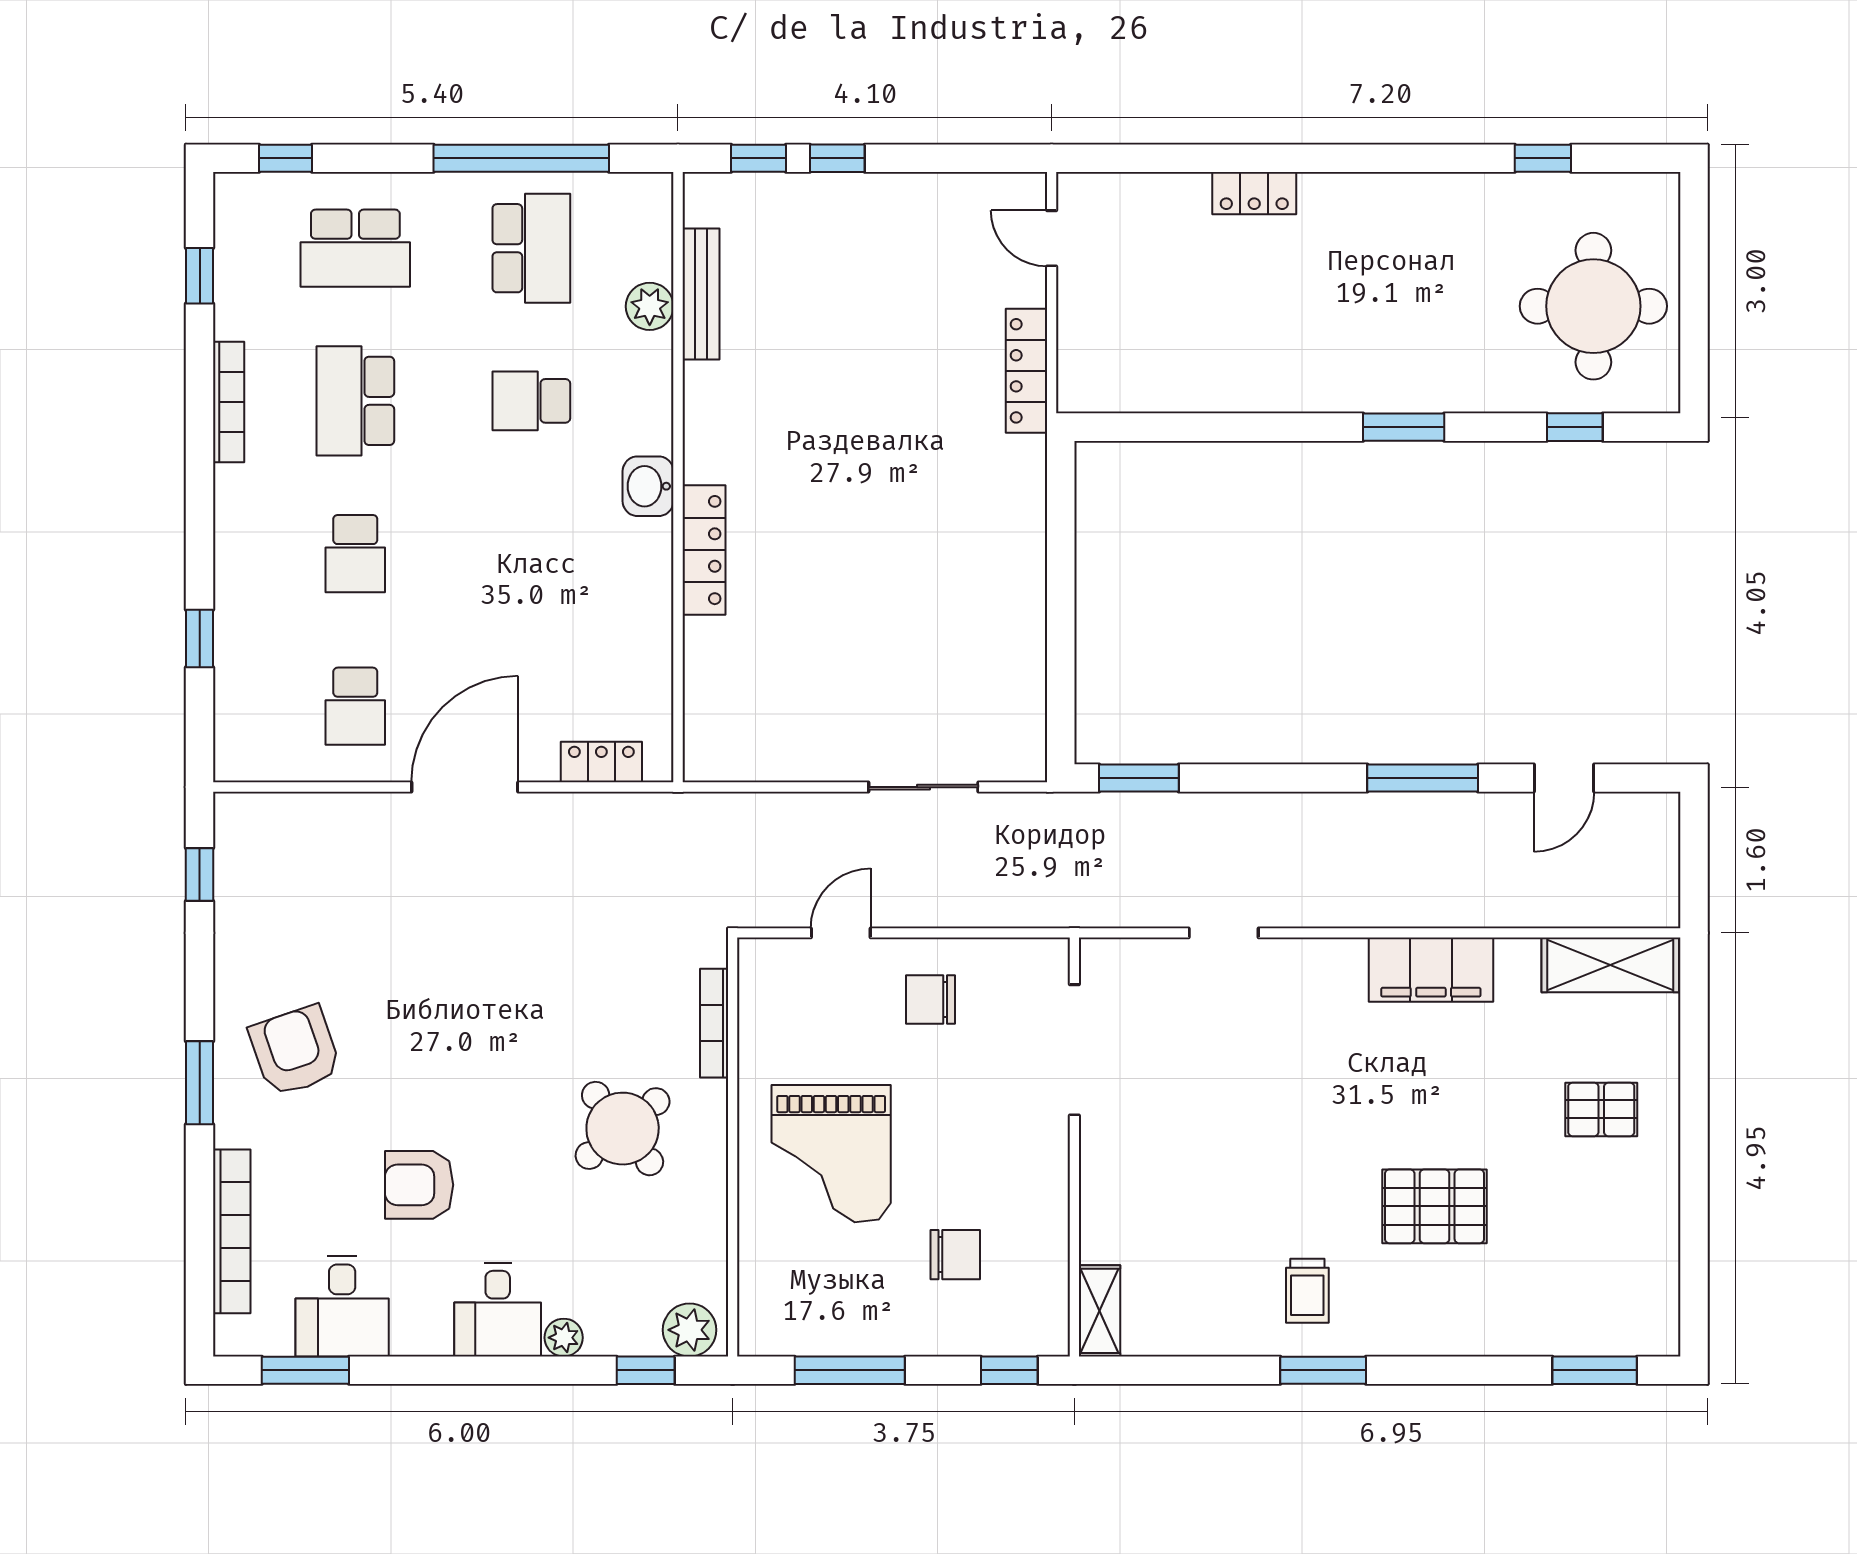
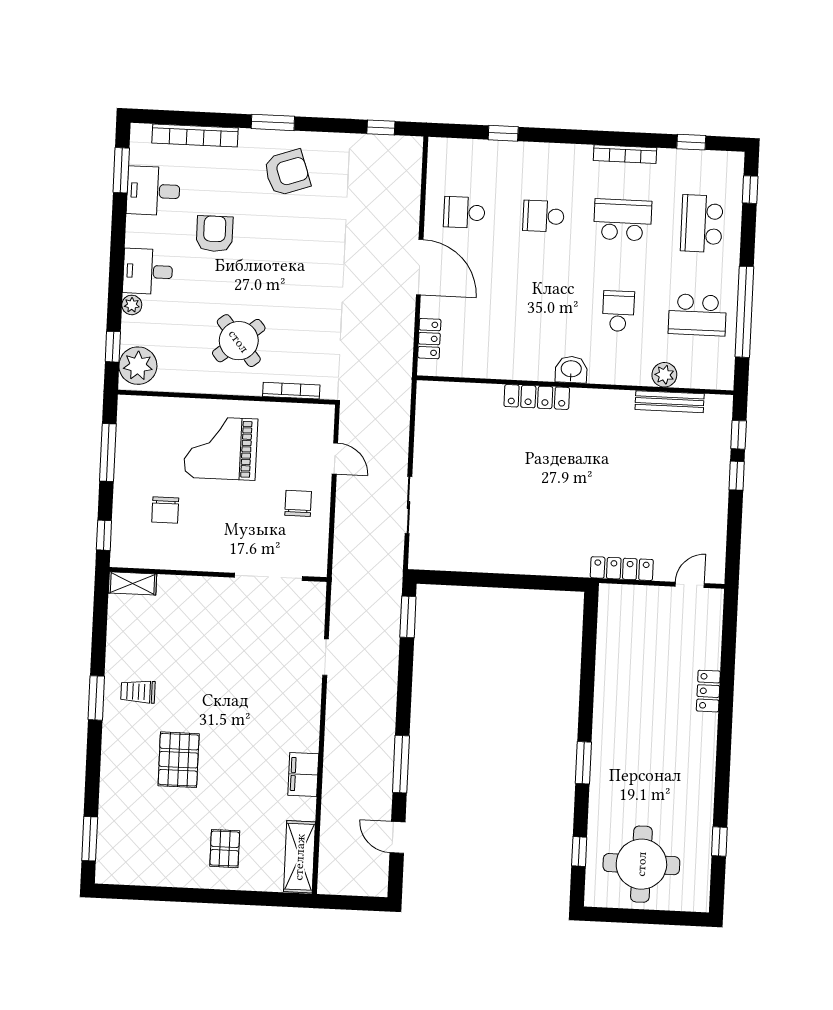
filing cabinet: (1431, 970) -> (303, 774), width x0.67, depth x0.86
plant: (690, 1330) -> (138, 366), width x1.36, depth x1.36

